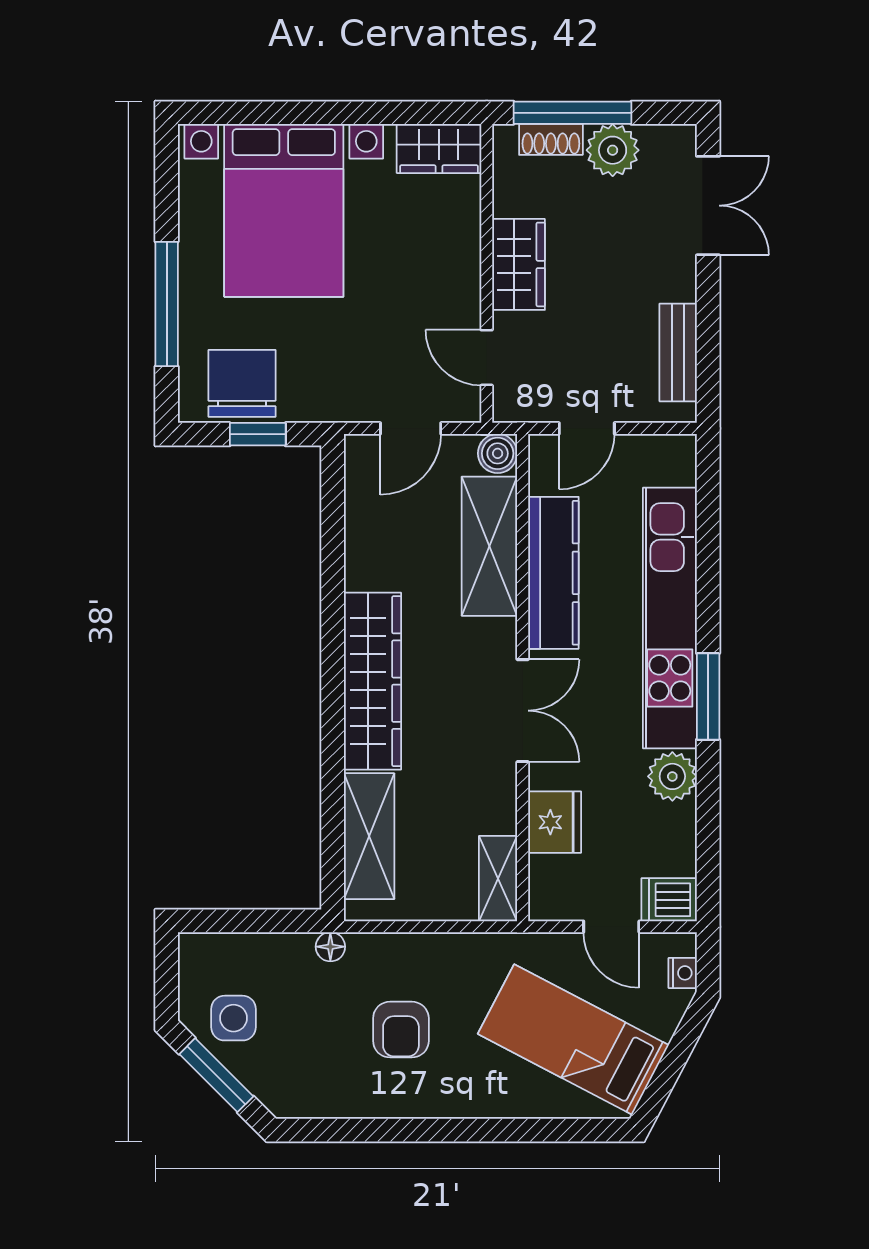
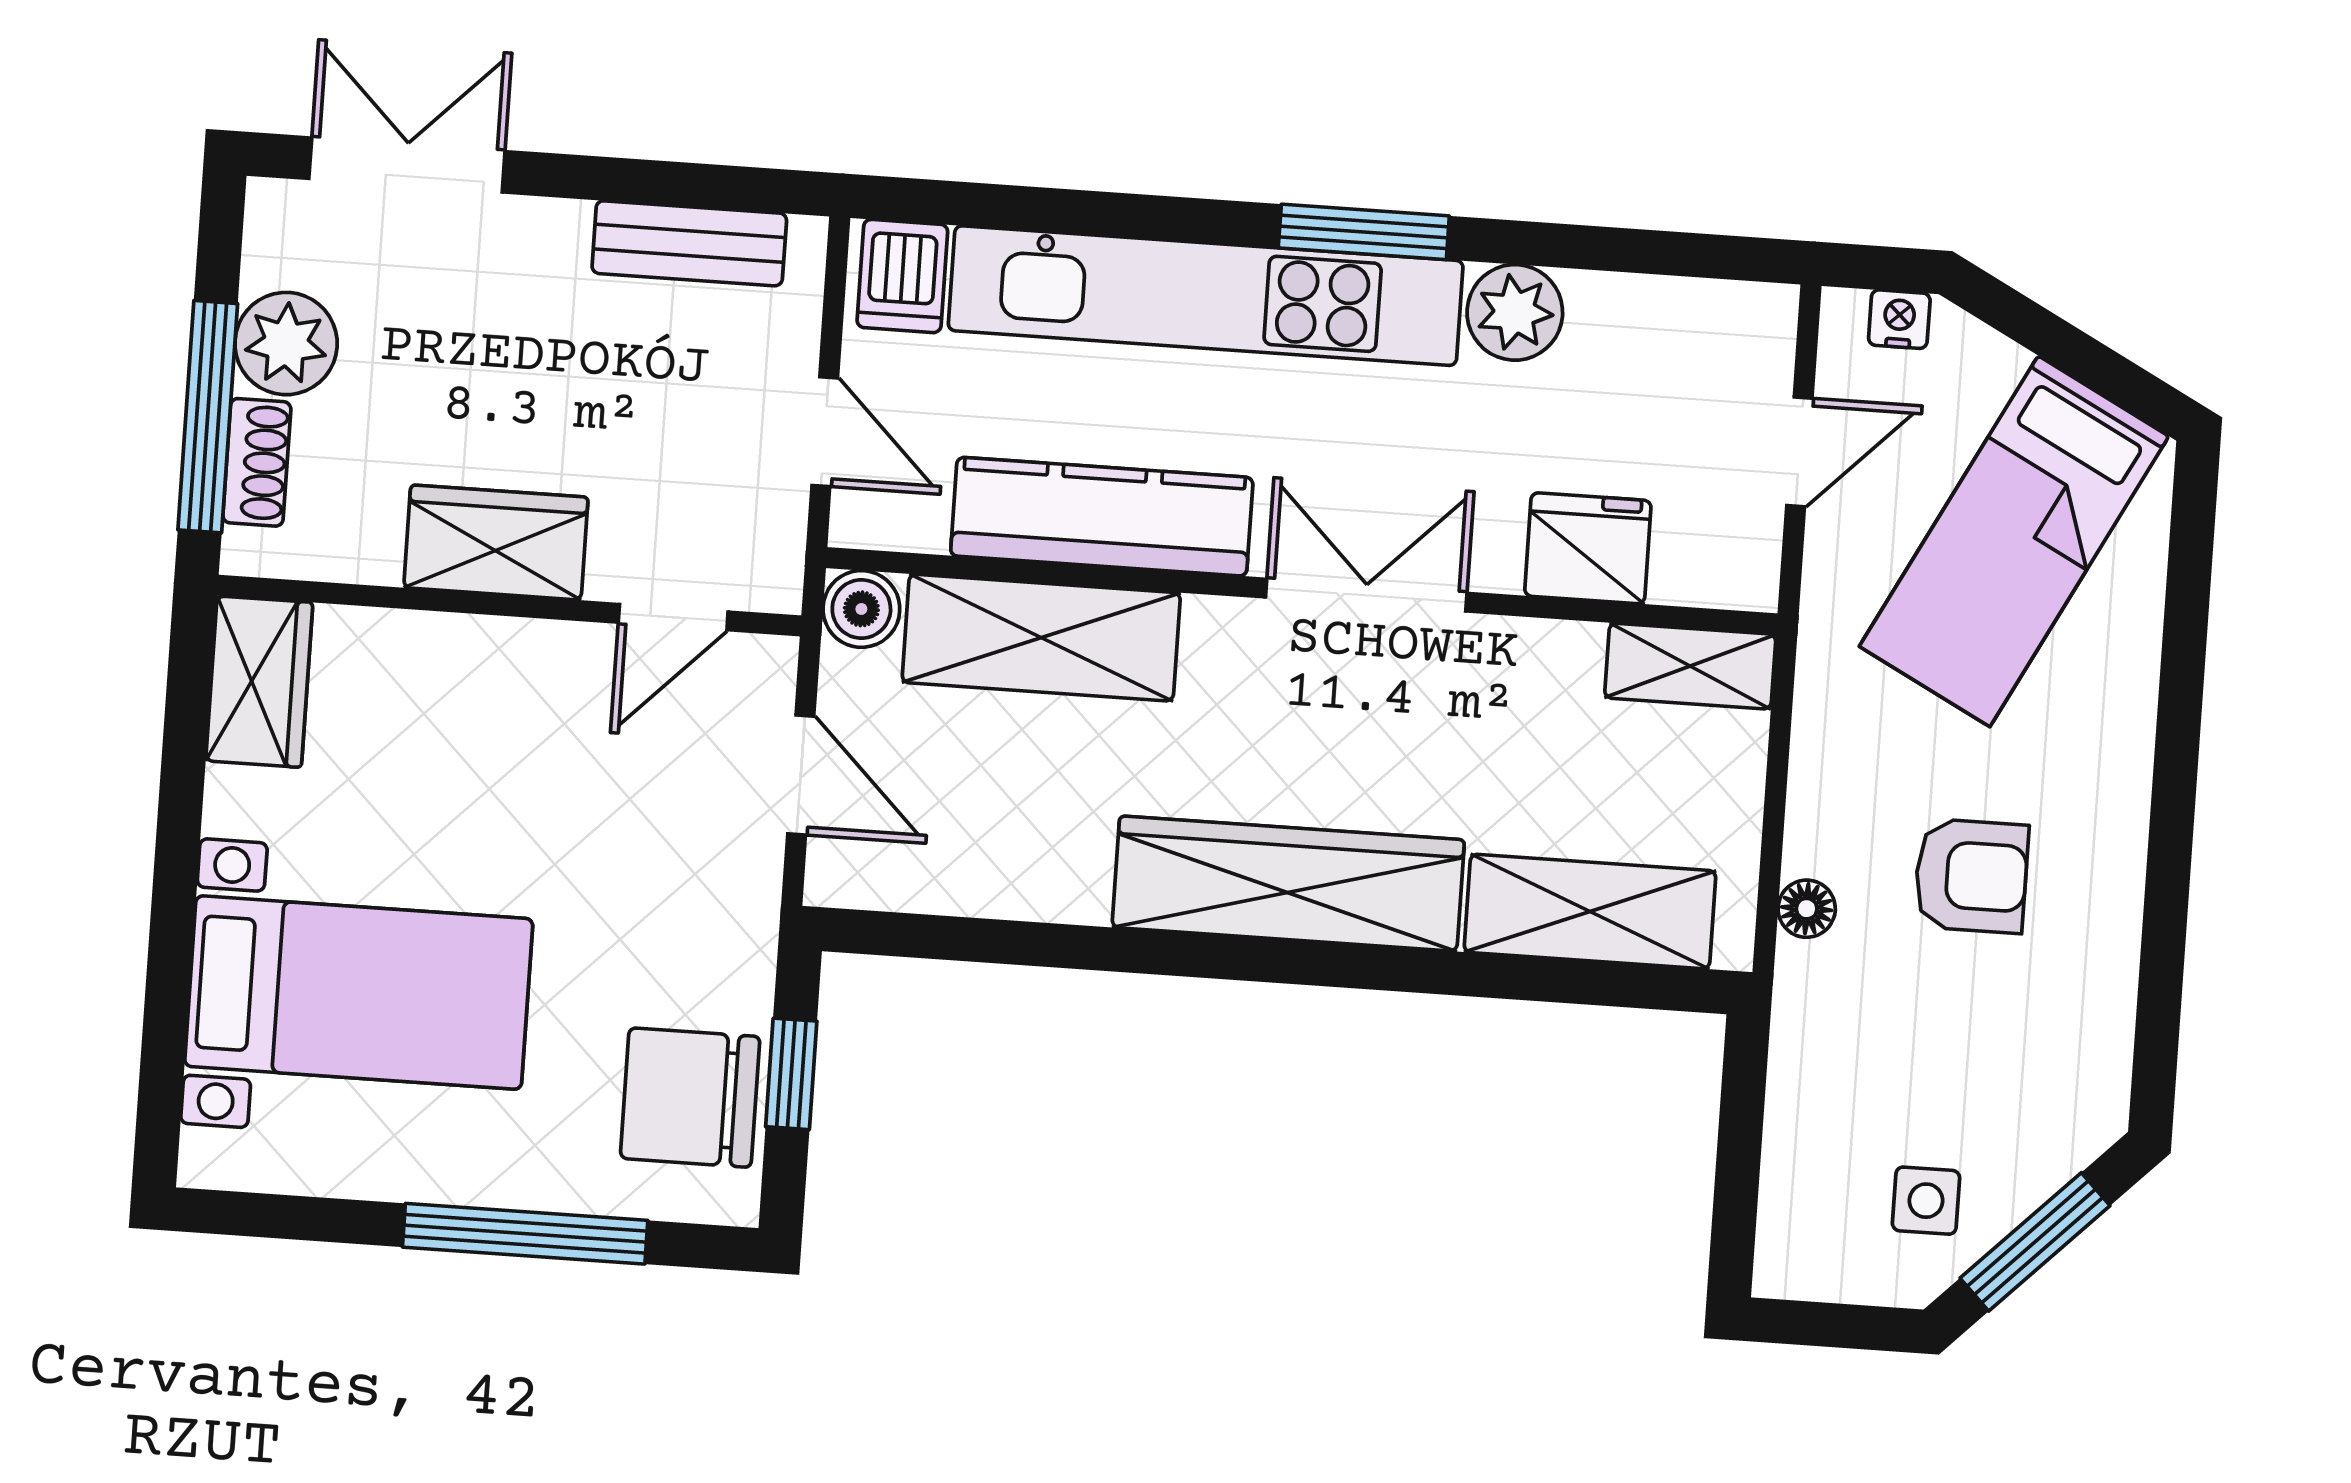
bed with nightstands: (284, 210) -> (359, 993), width x0.73
dishwasher: (669, 900) -> (902, 276), moved
floor lamp: (330, 947) -> (1807, 909), moved
side table: (234, 1018) -> (1926, 1201), width x0.73, depth x0.73

